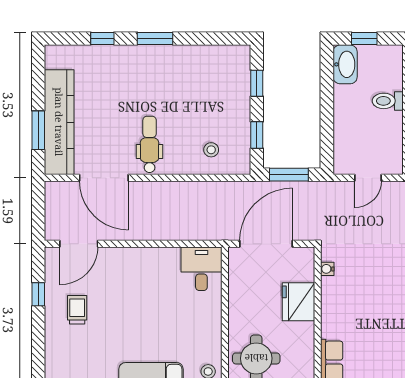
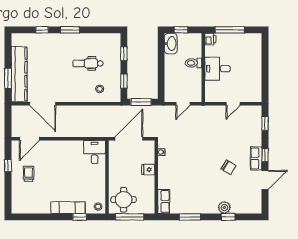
dental chair: (150, 144) -> (88, 63), moved, turned -90
fridge: (298, 302) -> (148, 170), width x0.53, depth x0.75

